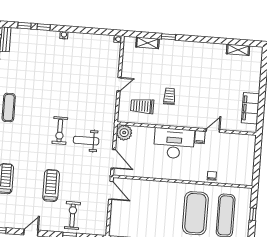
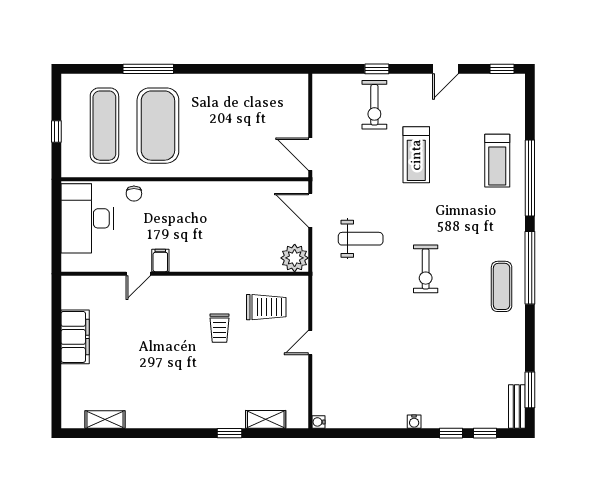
filing cabinet: (250, 108) -> (75, 337), moved
exercise bike: (60, 131) -> (426, 269), moved, turned 180
desk: (174, 143) -> (87, 218), moved, turned 90

